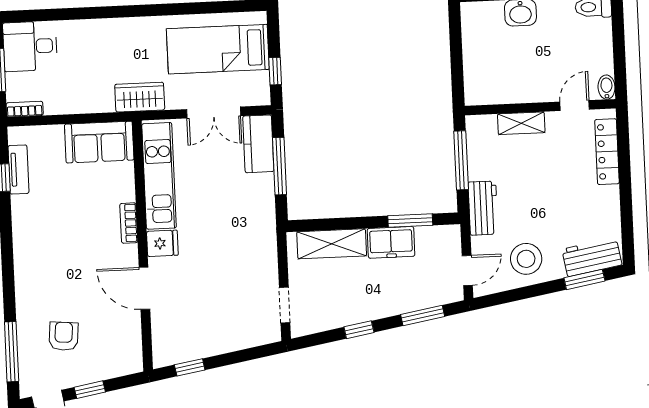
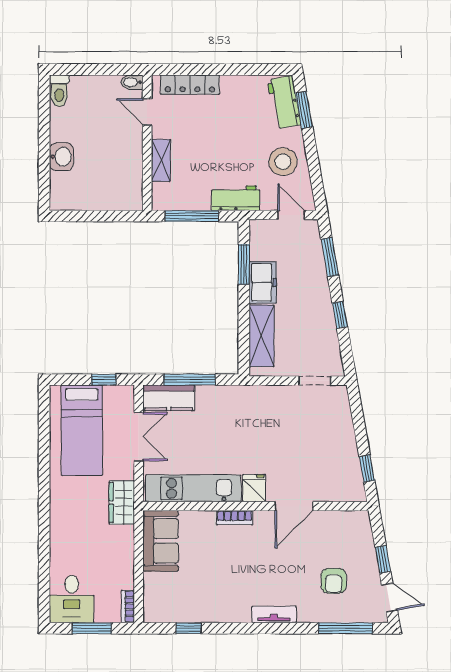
tv unit: (18, 169) -> (274, 614), moved
armchair: (64, 336) -> (334, 581), turned -95

